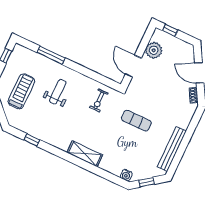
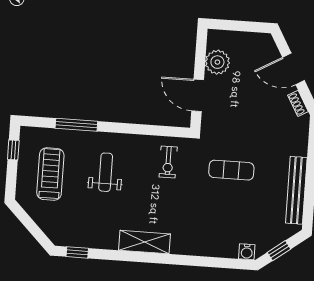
window: (170, 30) -> (230, 25), removed
treadmill: (21, 91) -> (50, 174), moved
window: (32, 140) -> (77, 252), moved
shelving: (85, 154) -> (145, 242), moved

